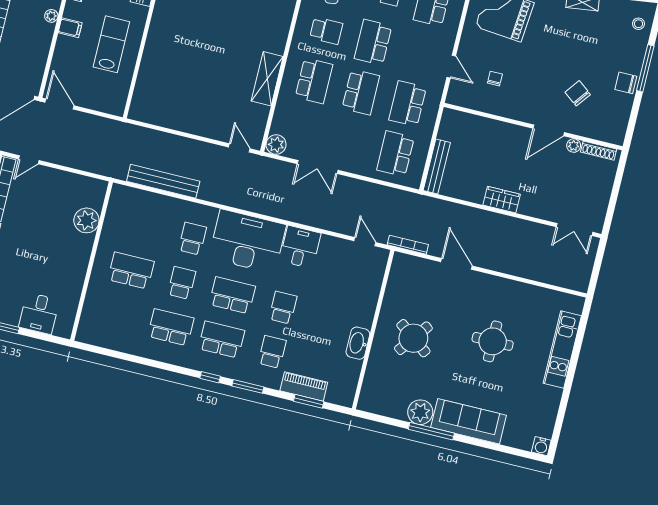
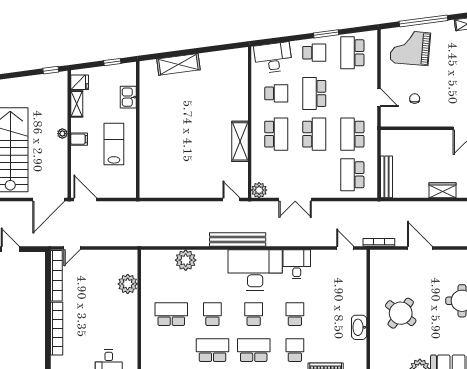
bench: (163, 181) -> (238, 239), moved
plant: (165, 209) -> (186, 260), added
school desk: (192, 239) -> (212, 278), removed
school desk: (232, 295) -> (254, 314), width x0.54

